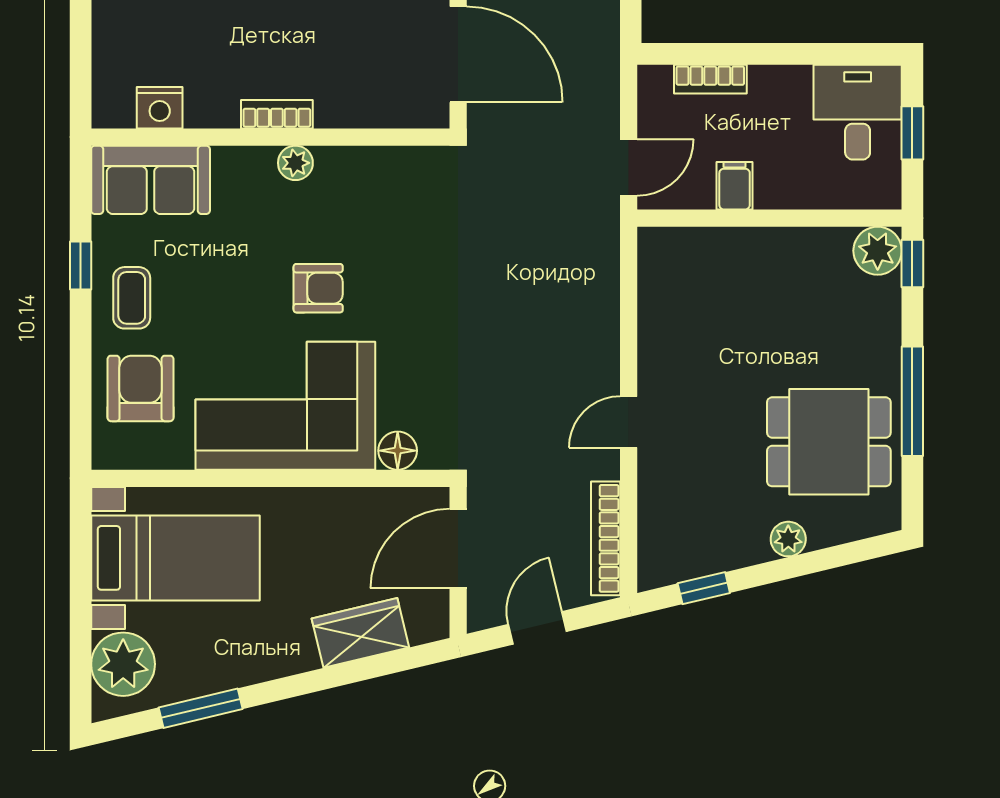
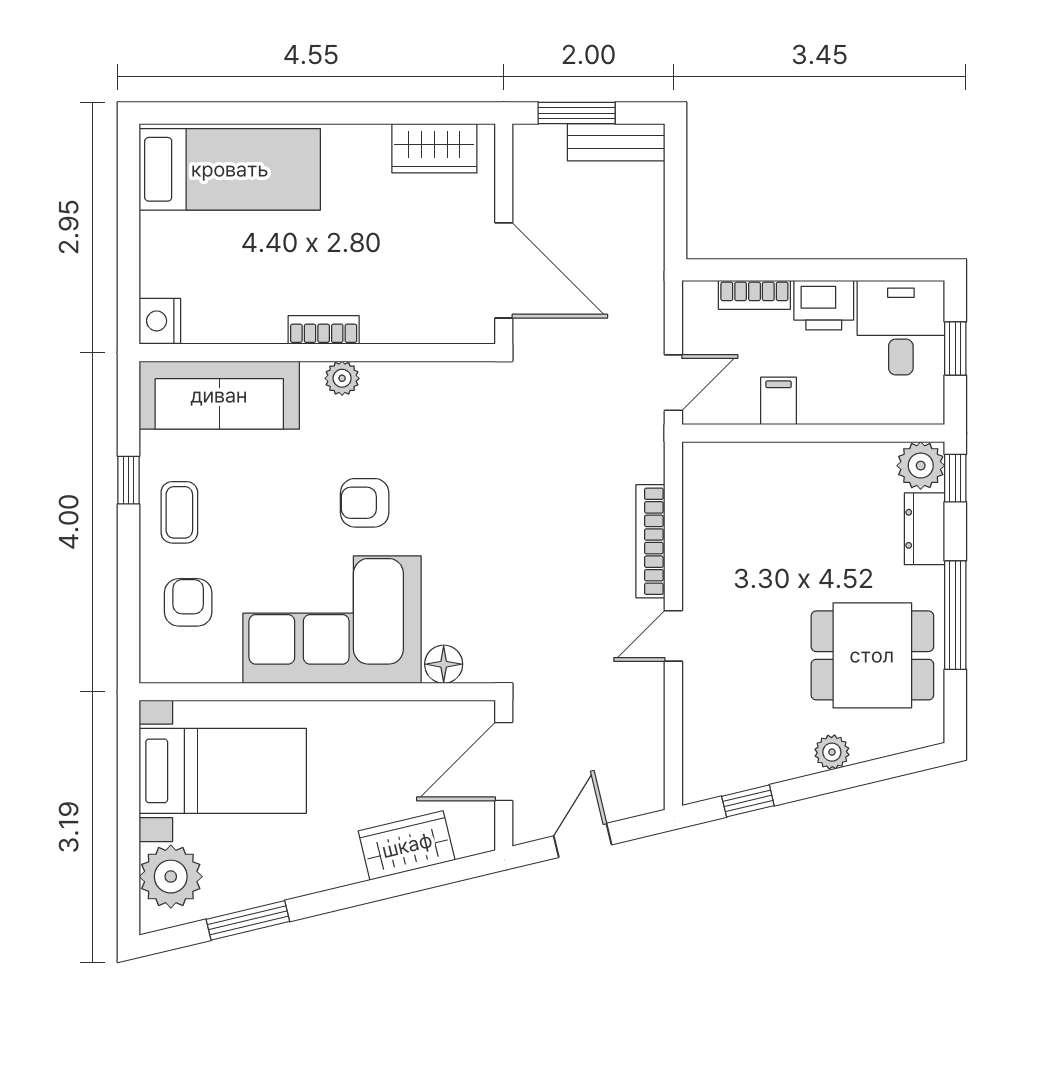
printer: (780, 89) -> (824, 305), added
nightstand: (160, 108) -> (160, 321), moved, turned 90
sofa: (151, 180) -> (219, 395), width x1.36
armchair: (318, 288) -> (365, 503), turned 180
dresser: (881, 314) -> (924, 529), added
armchair: (141, 388) -> (188, 602), width x0.72, depth x0.72
bookcase: (606, 538) -> (650, 541), moved

